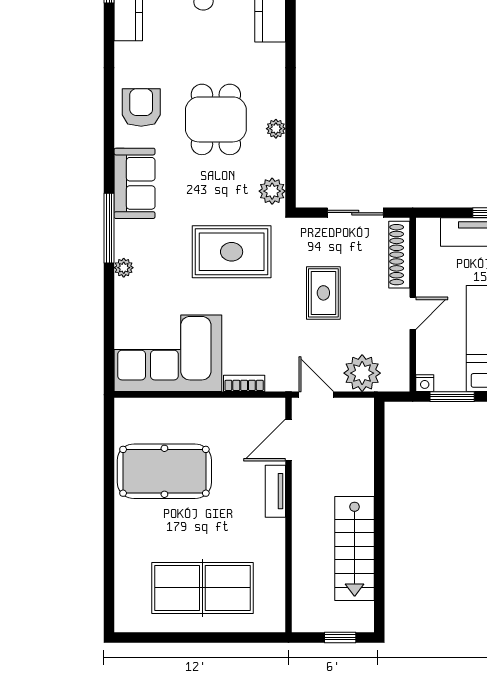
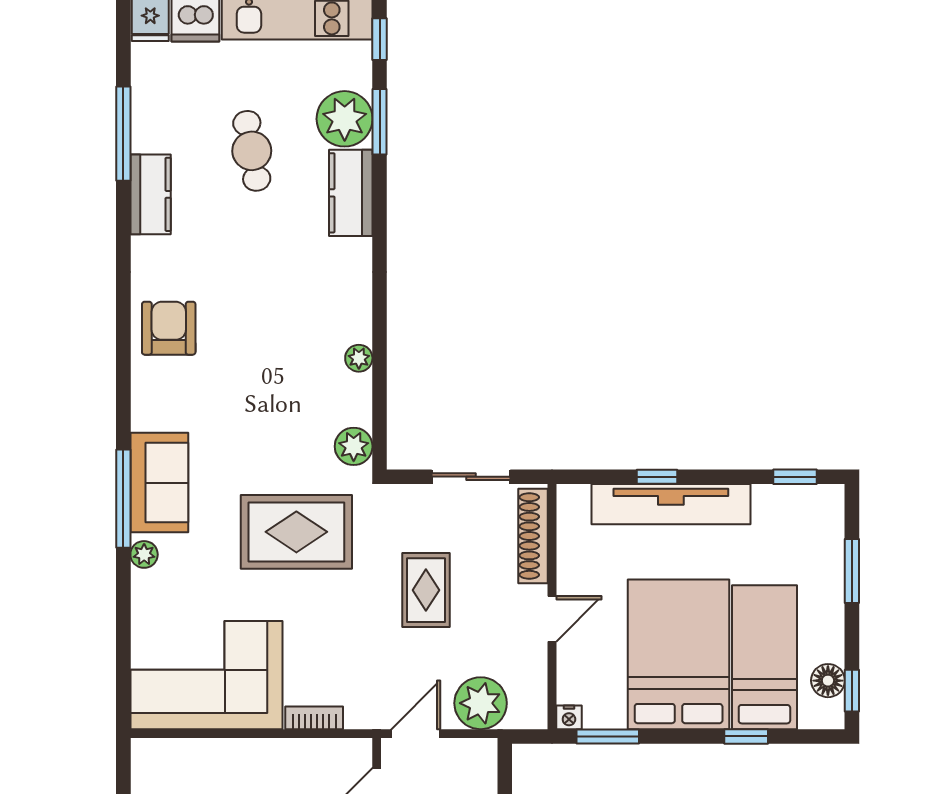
dining table: (216, 119) -> (274, 345), removed
sofa: (135, 183) -> (159, 483), moved
door: (316, 395) -> (416, 734), hinge flipped

